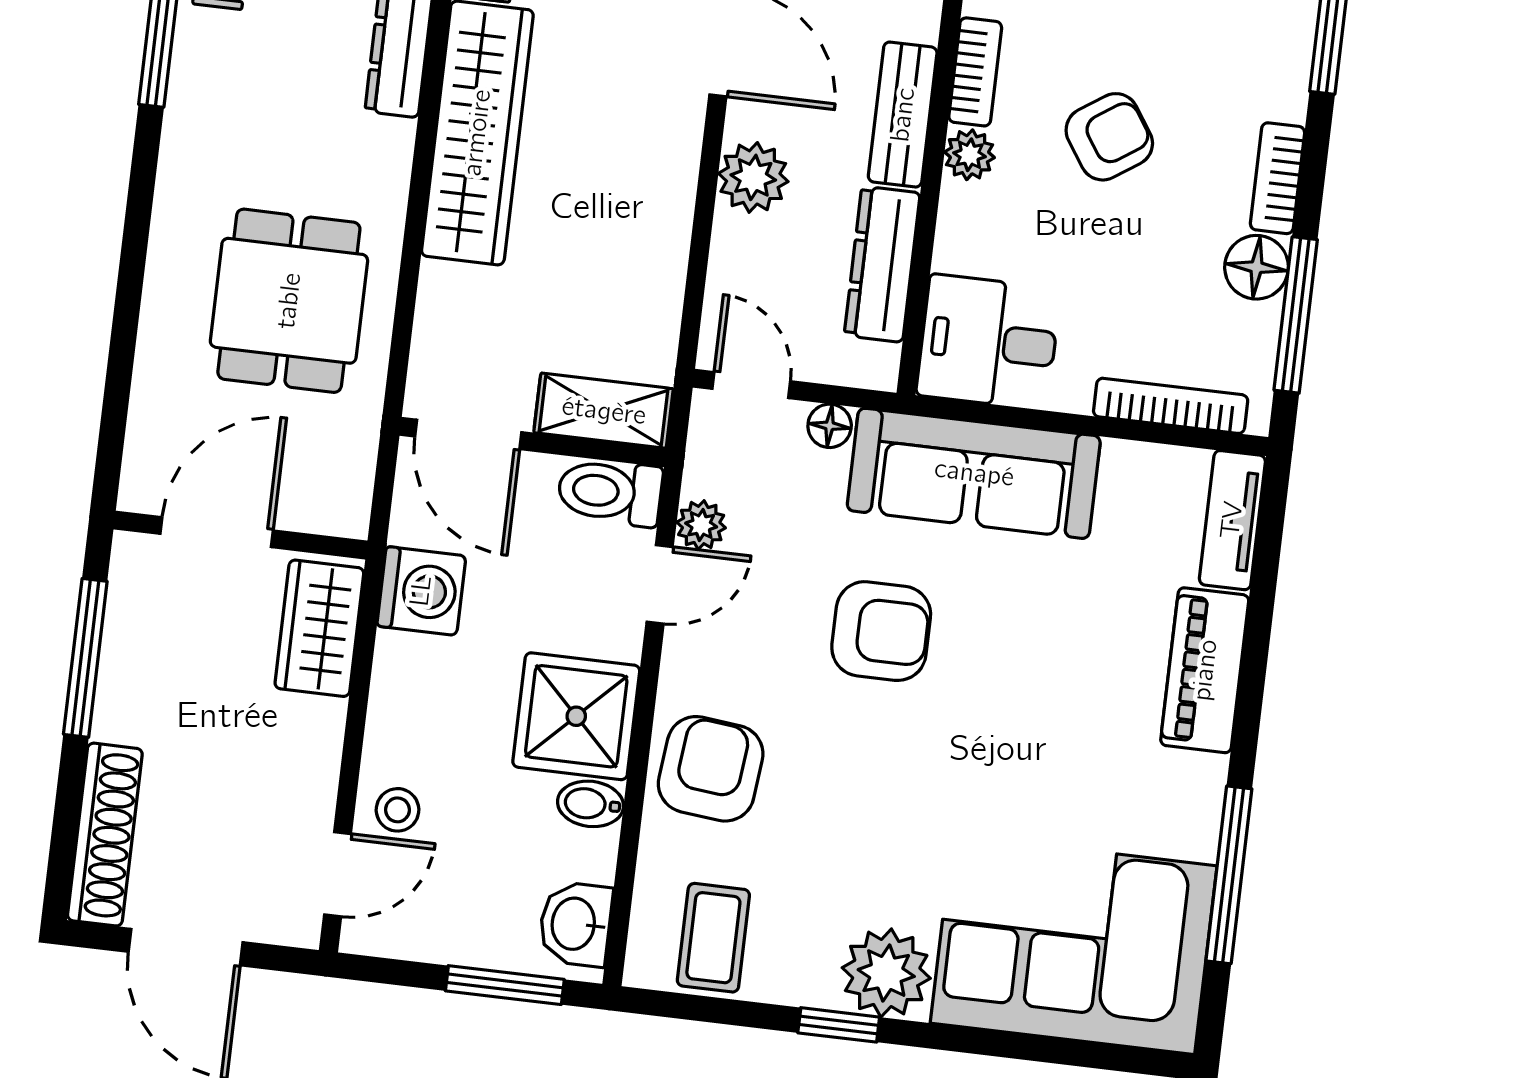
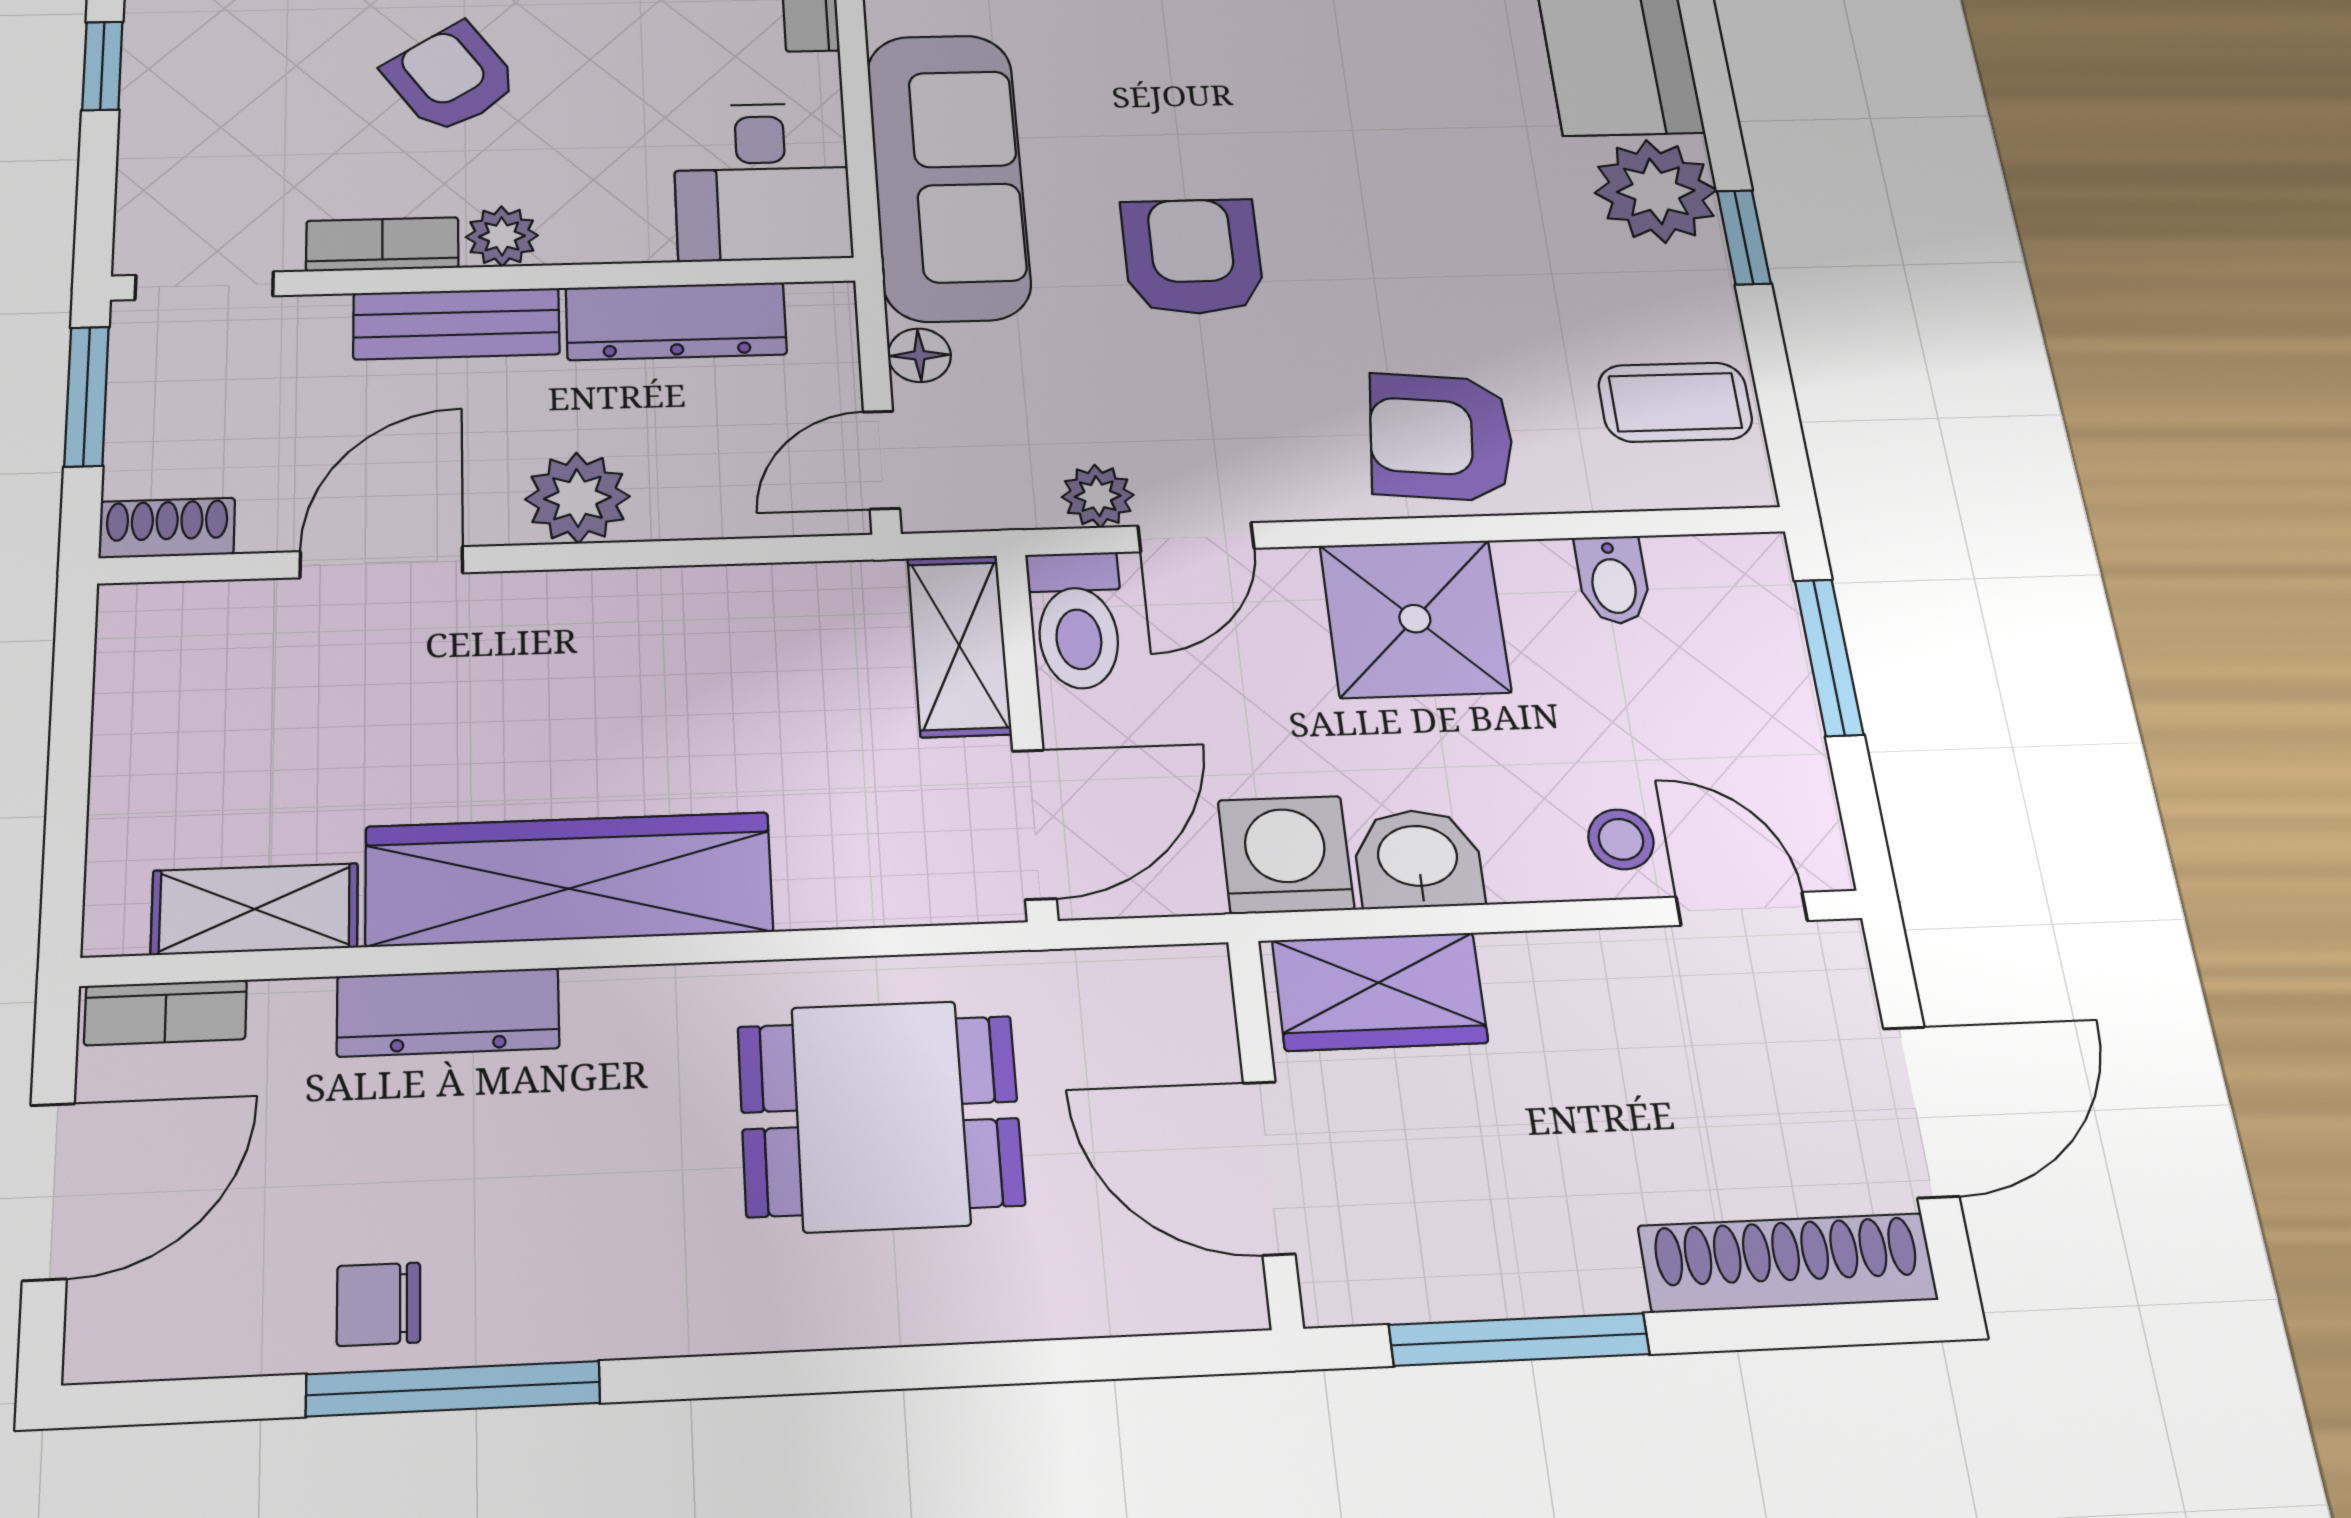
door: (660, 584) -> (1196, 537), swing flipped
bidet: (590, 804) -> (1613, 580), moved
washbasin: (575, 924) -> (1418, 859), moved, turned 180

